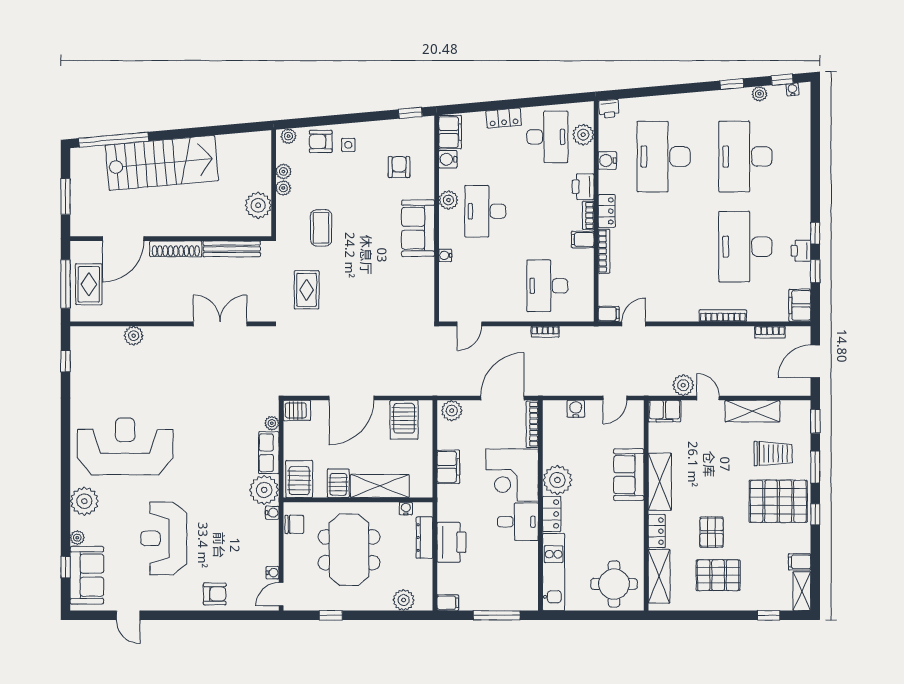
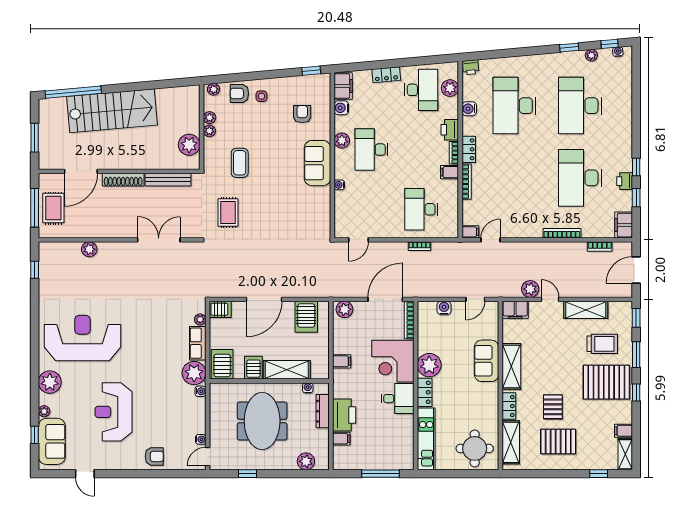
filing cabinet: (448, 467) -> (342, 361), width x0.50
chair: (294, 524) -> (218, 401), removed
filing cabinet: (448, 603) -> (341, 439), moved

